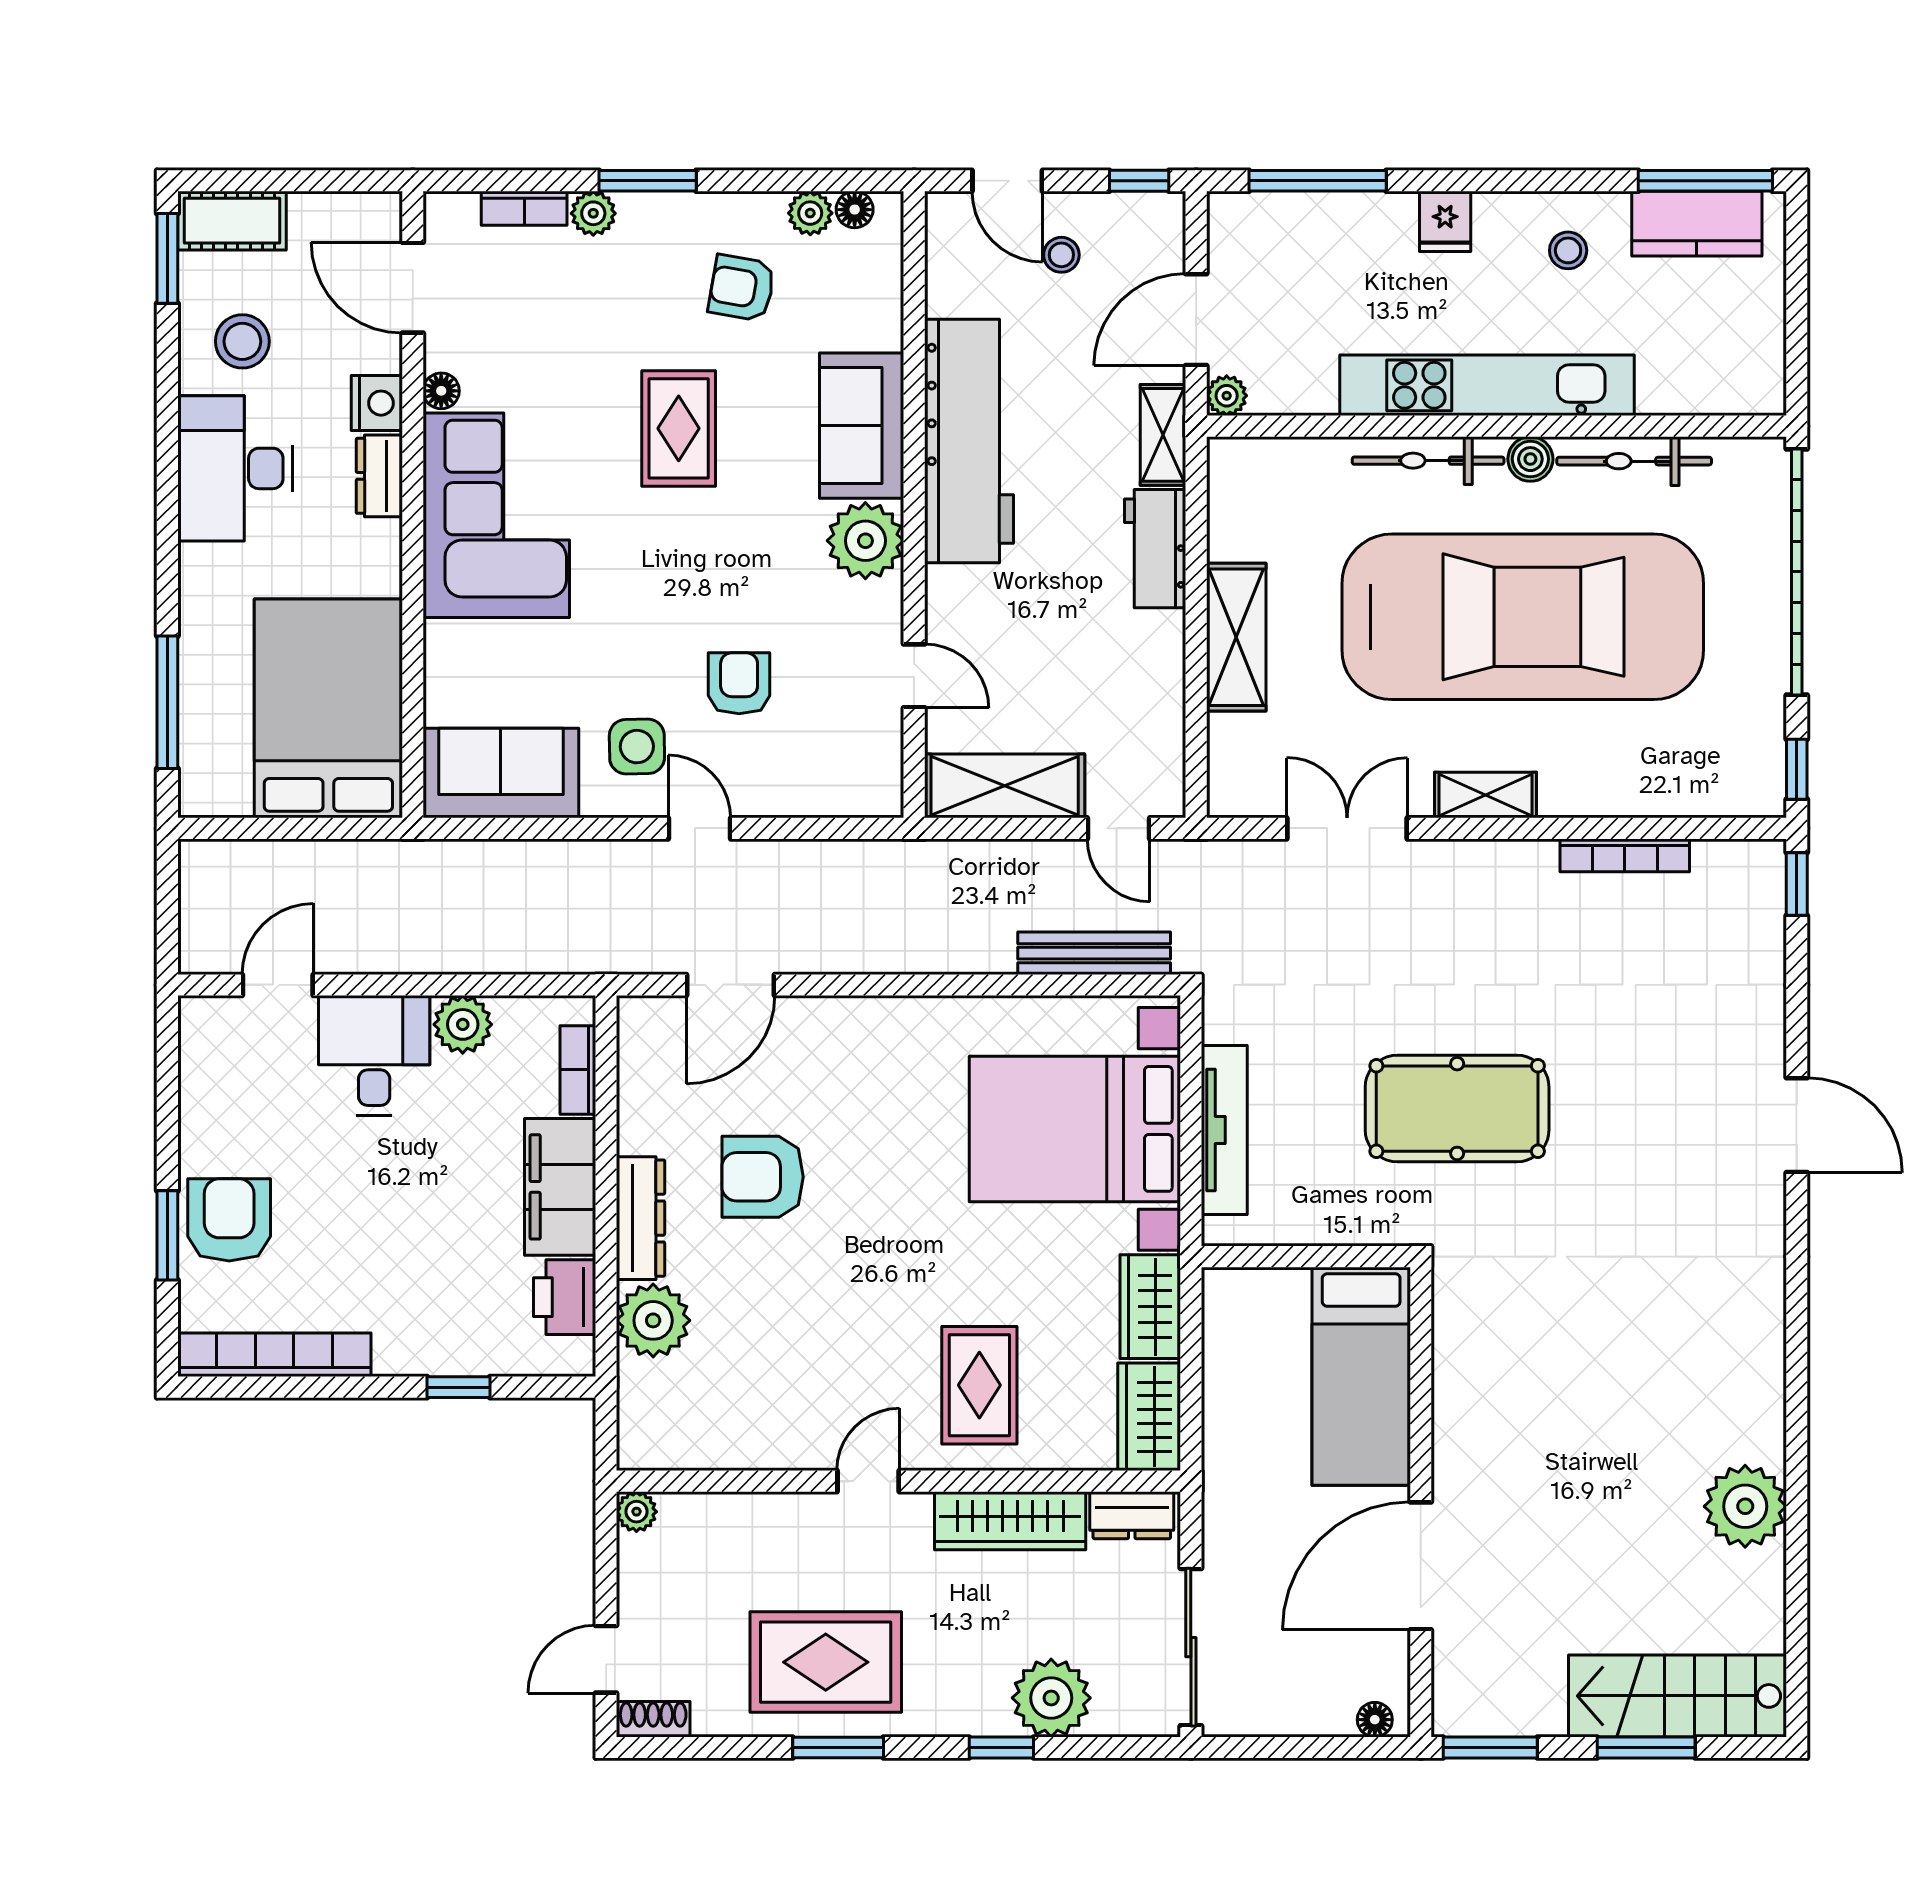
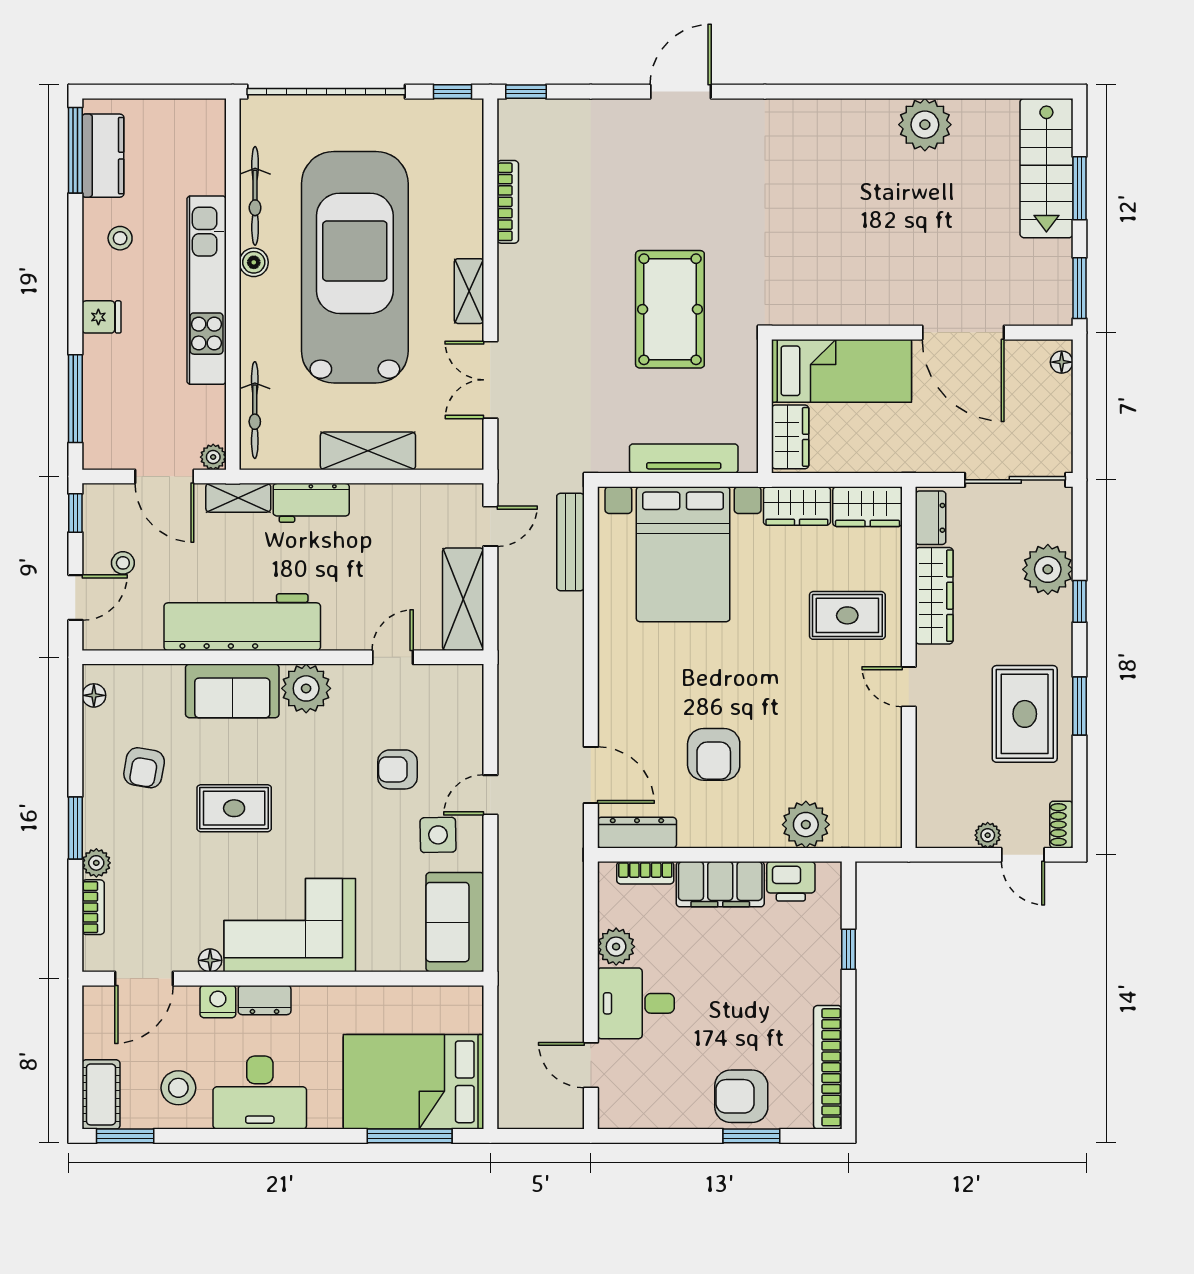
plant: (810, 213) -> (96, 724), removed
bicycle: (1428, 461) -> (255, 410), moved
bed: (328, 708) -> (414, 1082), moved
dresser: (641, 1218) -> (637, 833), moved
wardrobe: (1258, 1296) -> (790, 437), added
plant: (636, 1512) -> (988, 835), moved

